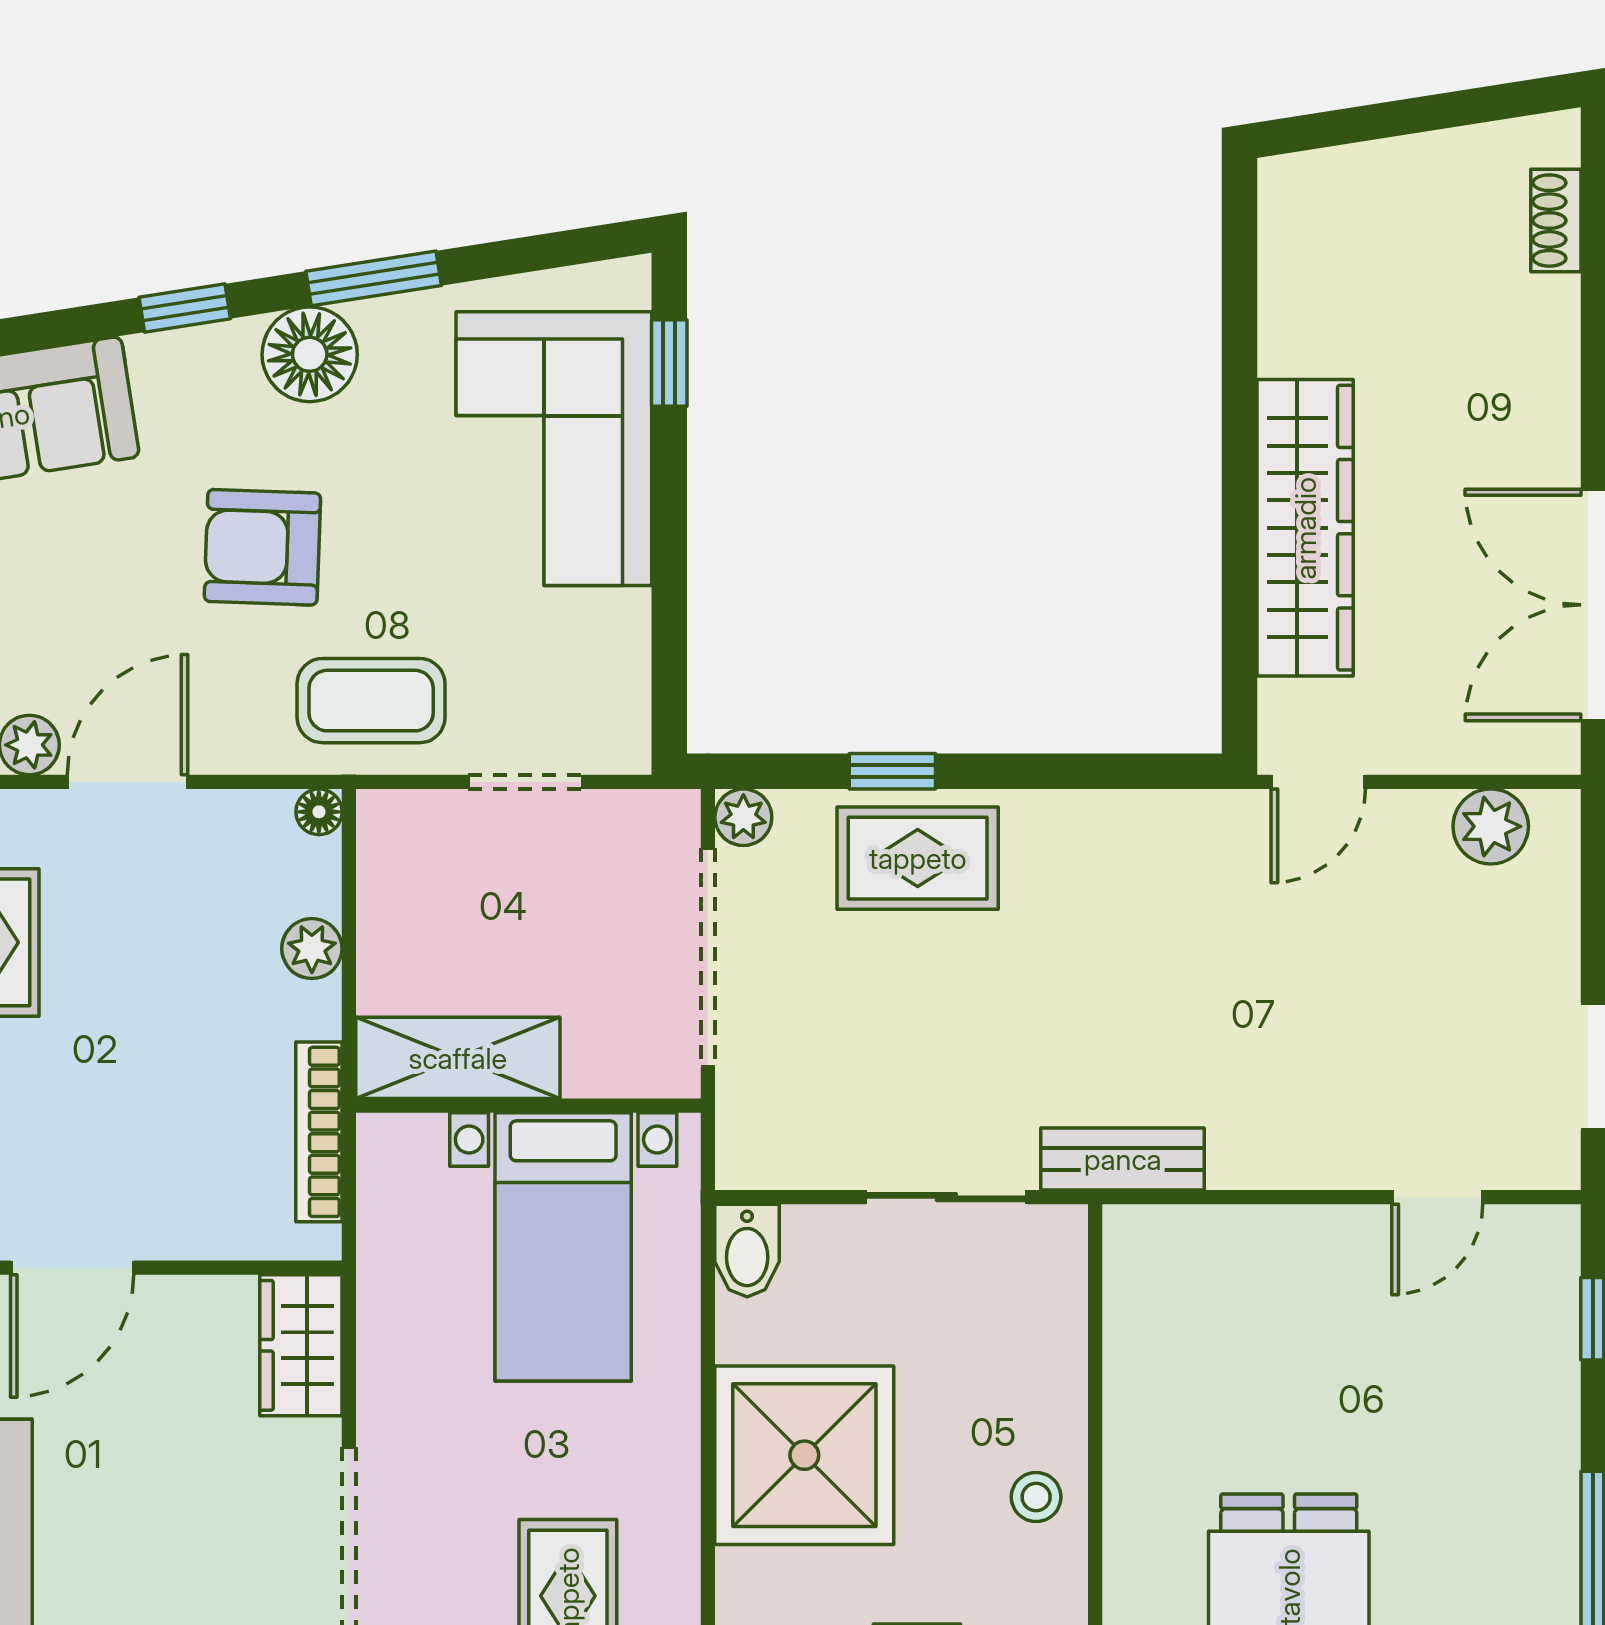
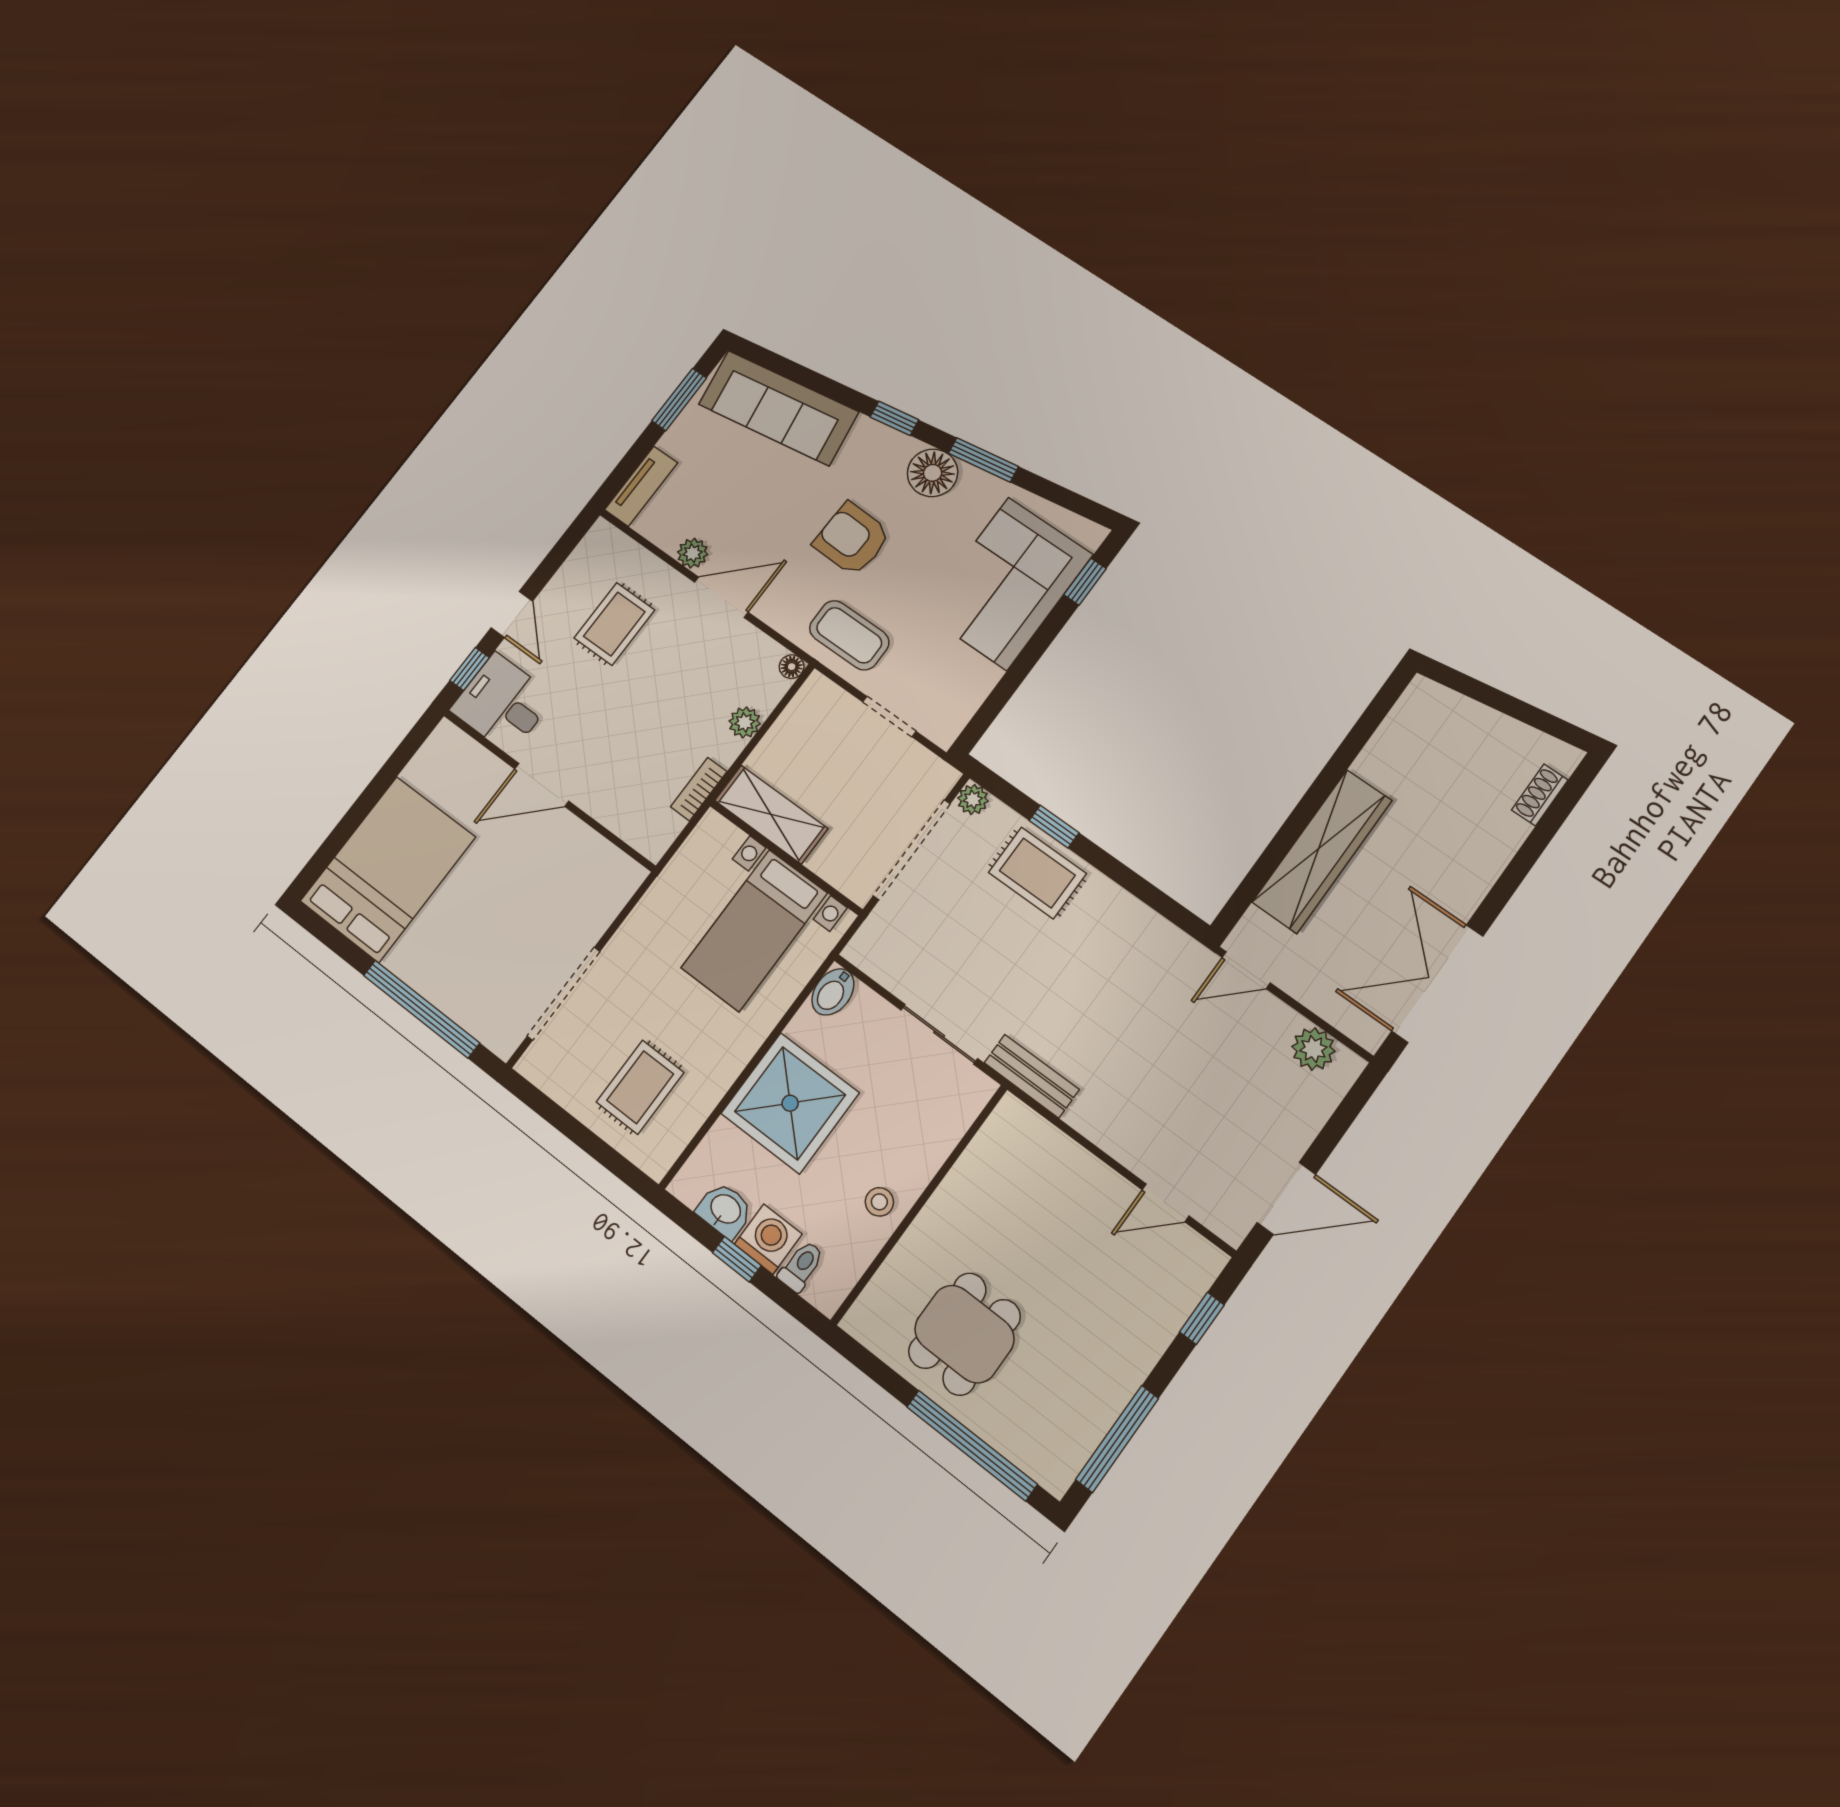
bookcase: (319, 1132) -> (699, 789), width x0.64
wardrobe: (301, 1345) -> (611, 890), removed

